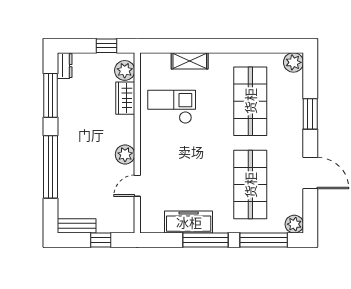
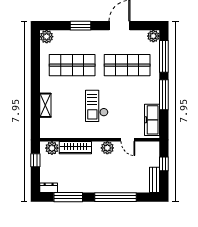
wardrobe: (125, 98) -> (75, 148), width x1.50
checkout: (172, 107) -> (97, 106), moved
freezer: (189, 222) -> (152, 120), moved

